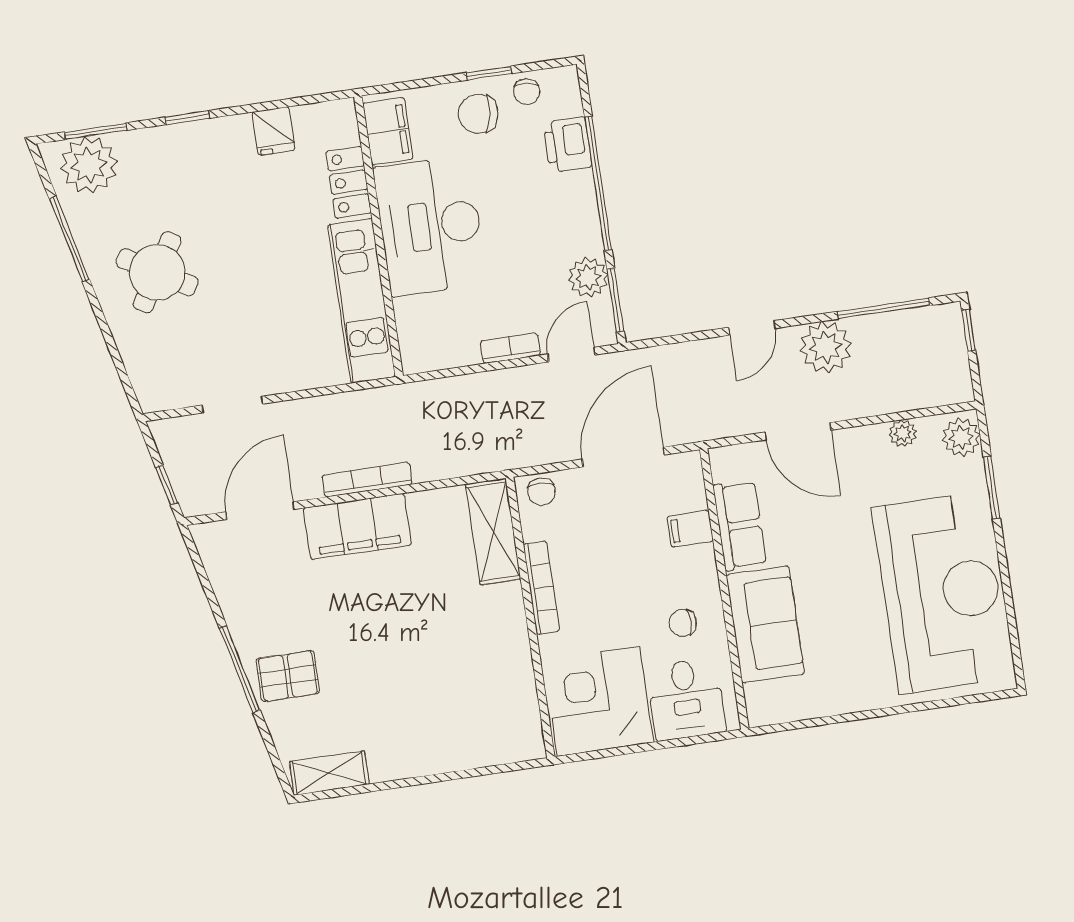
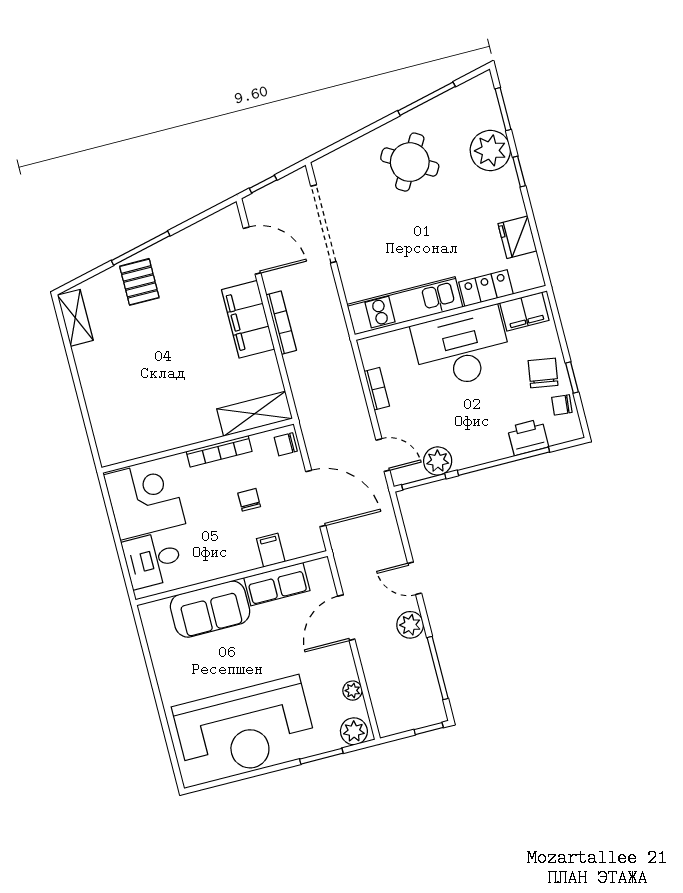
fridge: (274, 131) -> (517, 237), width x1.38
plant: (89, 165) -> (490, 150), moved
plant: (826, 347) -> (410, 625), width x0.73, depth x0.73
bookcase: (510, 348) -> (377, 389), moved
doorway: (233, 405) -> (324, 224), width x1.88
chair: (683, 623) -> (249, 500), moved

